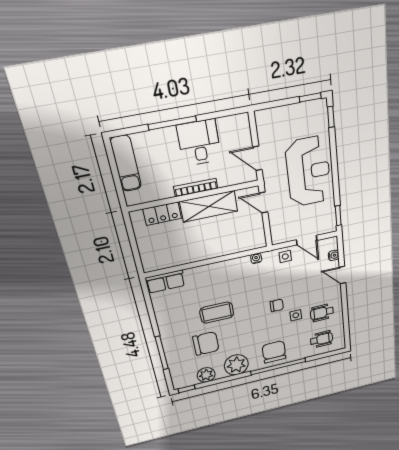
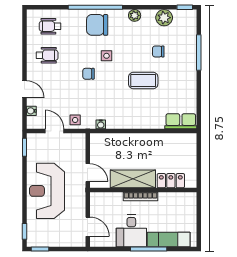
door: (257, 158) -> (88, 227), moved
exam couch: (126, 164) -> (169, 239), moved, turned 90
side table: (296, 315) -> (107, 56), moved
chair: (206, 344) -> (158, 51), width x0.54, depth x0.54
chair: (274, 352) -> (97, 25), turned 90
plant: (236, 365) -> (135, 15), width x0.53, depth x0.53

